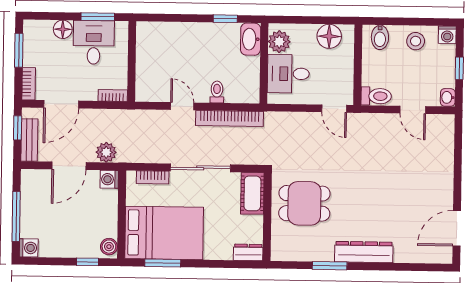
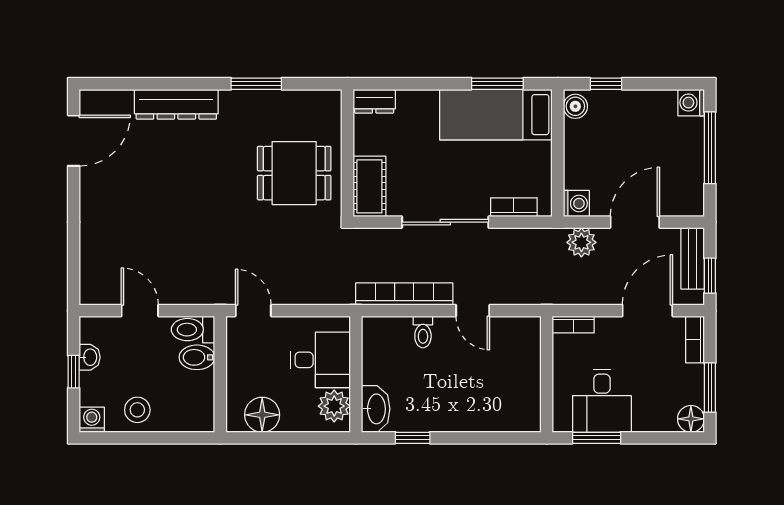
floor lamp: (63, 29) -> (691, 419), moved
bidet: (380, 37) -> (197, 357), moved, turned -90
washbasin: (448, 97) -> (90, 357), moved
bed: (164, 233) -> (496, 115), width x0.67
dresser: (364, 252) -> (176, 104), moved

